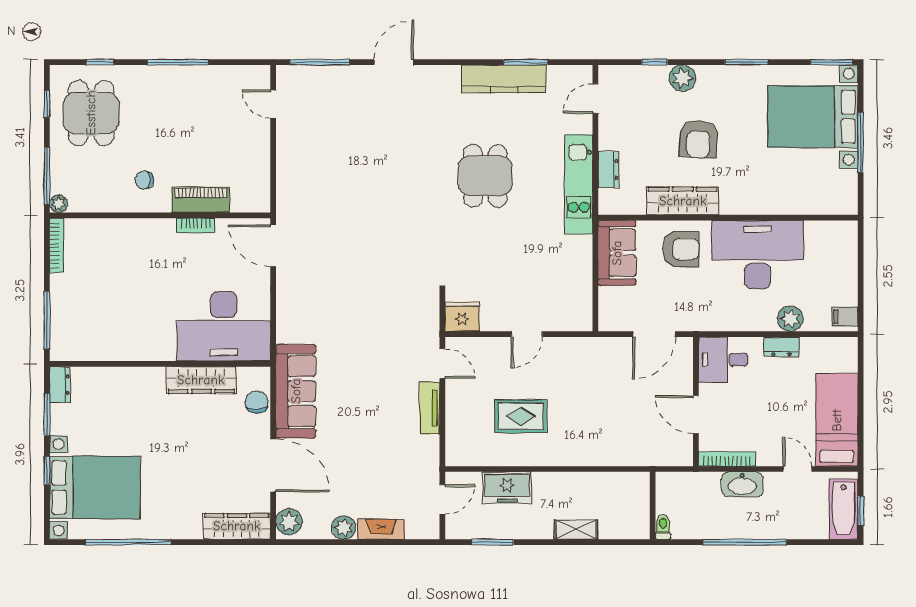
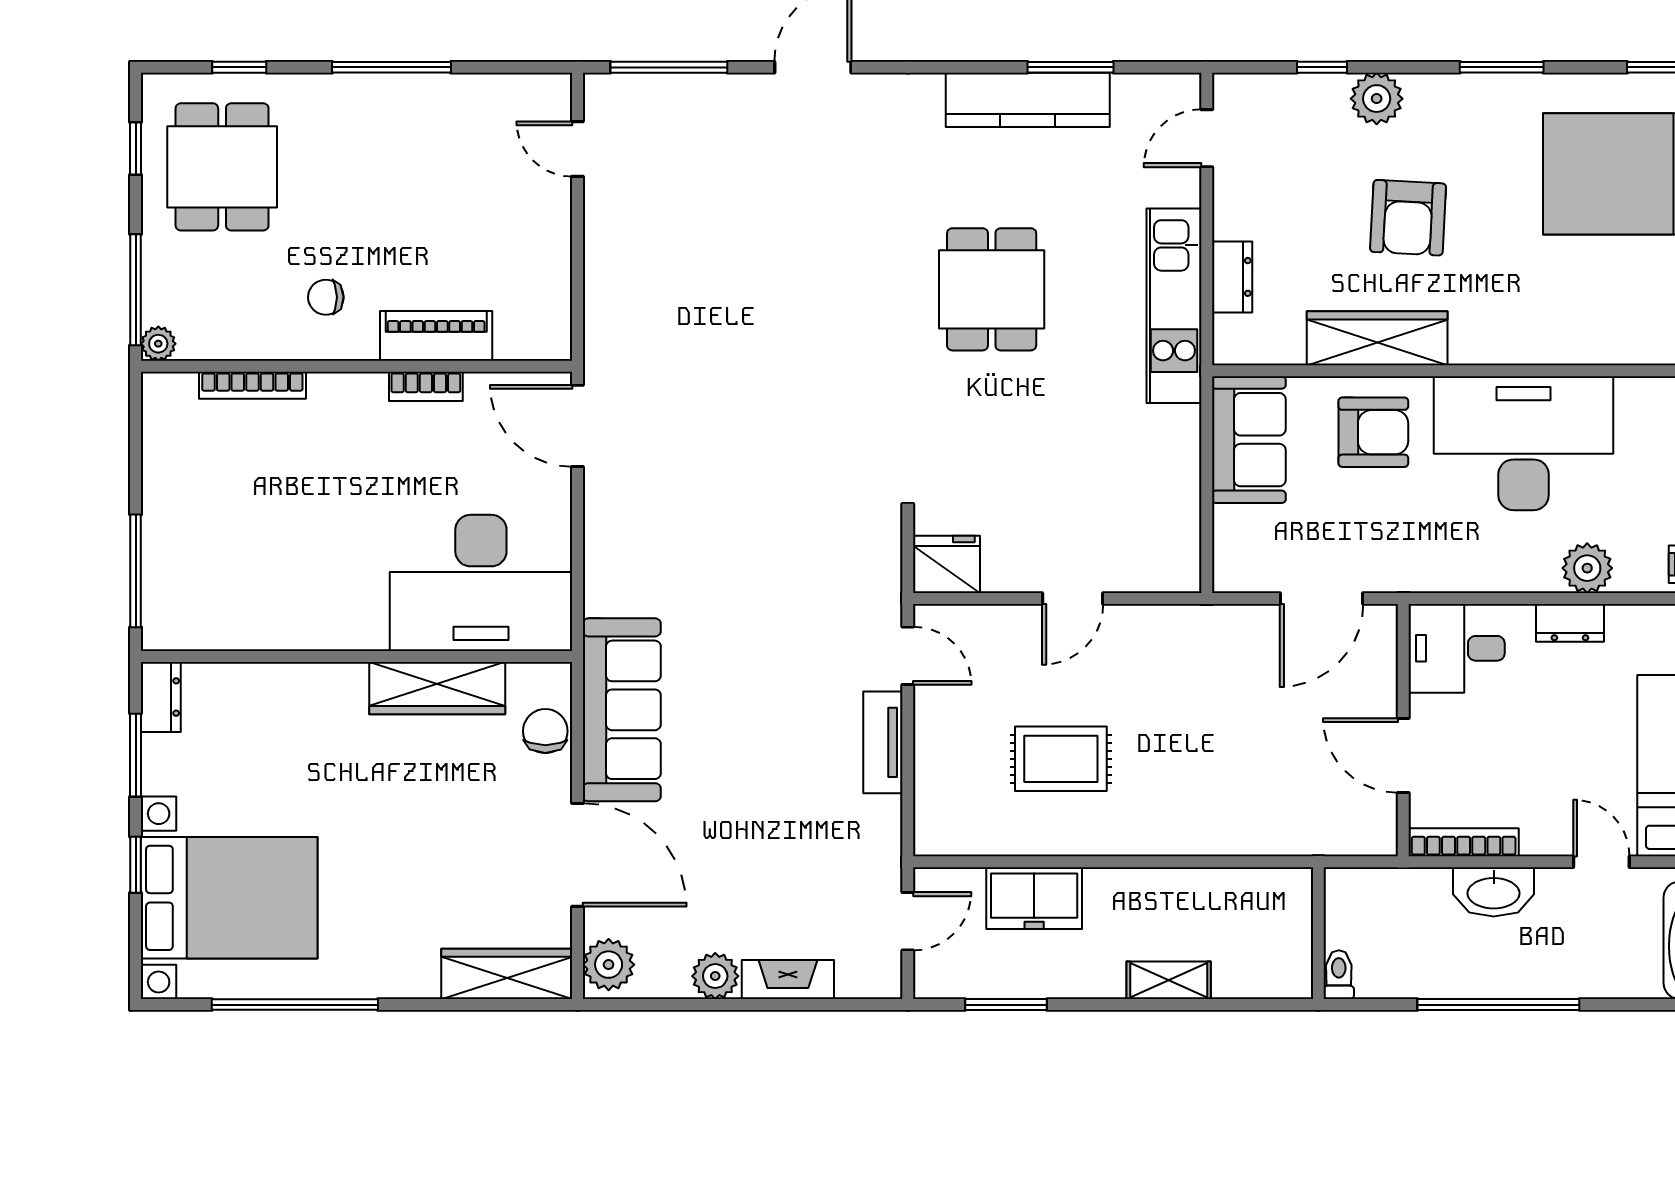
bookcase: (57, 245) -> (252, 385), moved, turned 90

